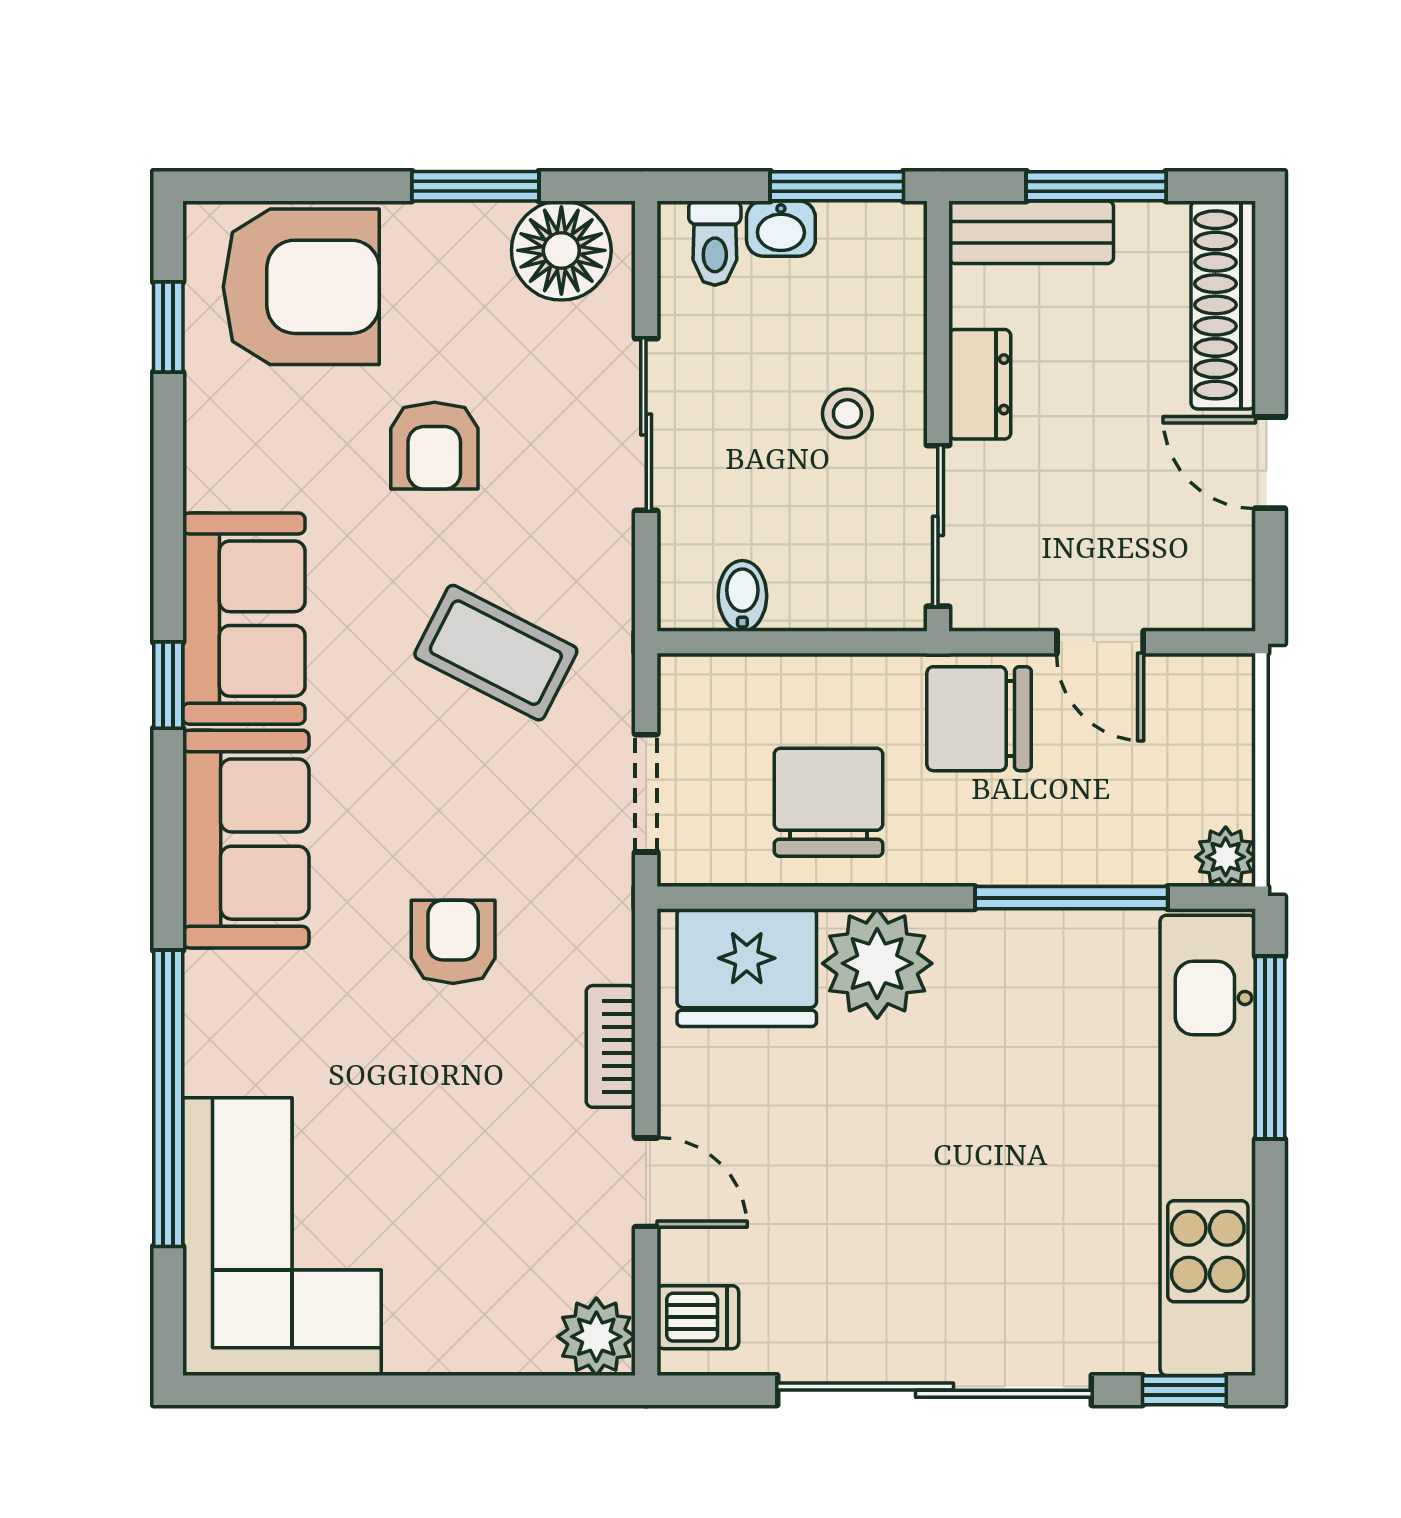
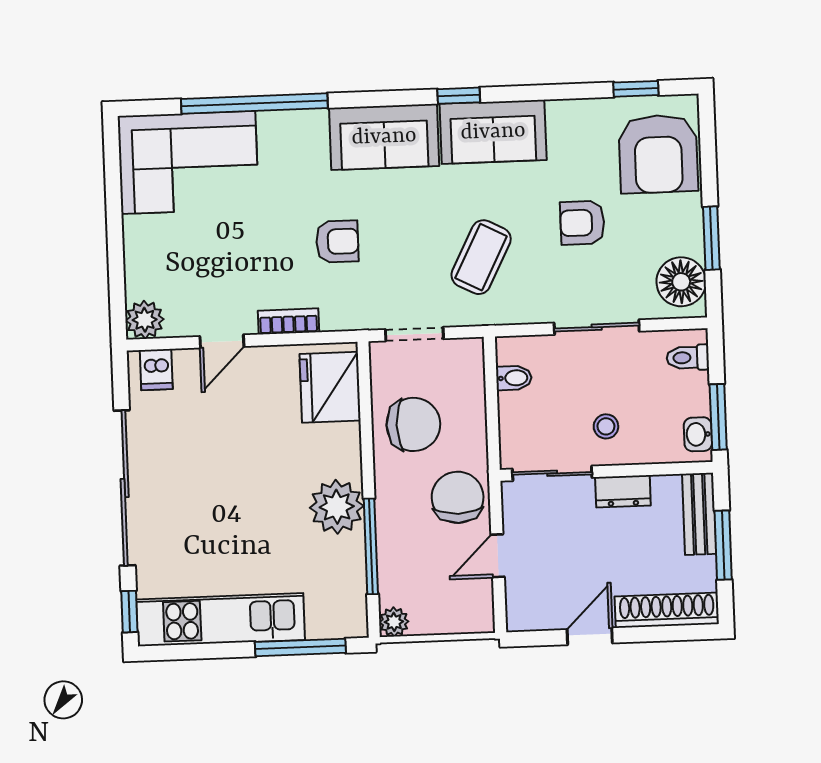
washbasin: (781, 229) -> (698, 434), moved
plant: (877, 963) -> (337, 507), moved
kitchen unit: (1208, 1145) -> (221, 620), width x0.73

